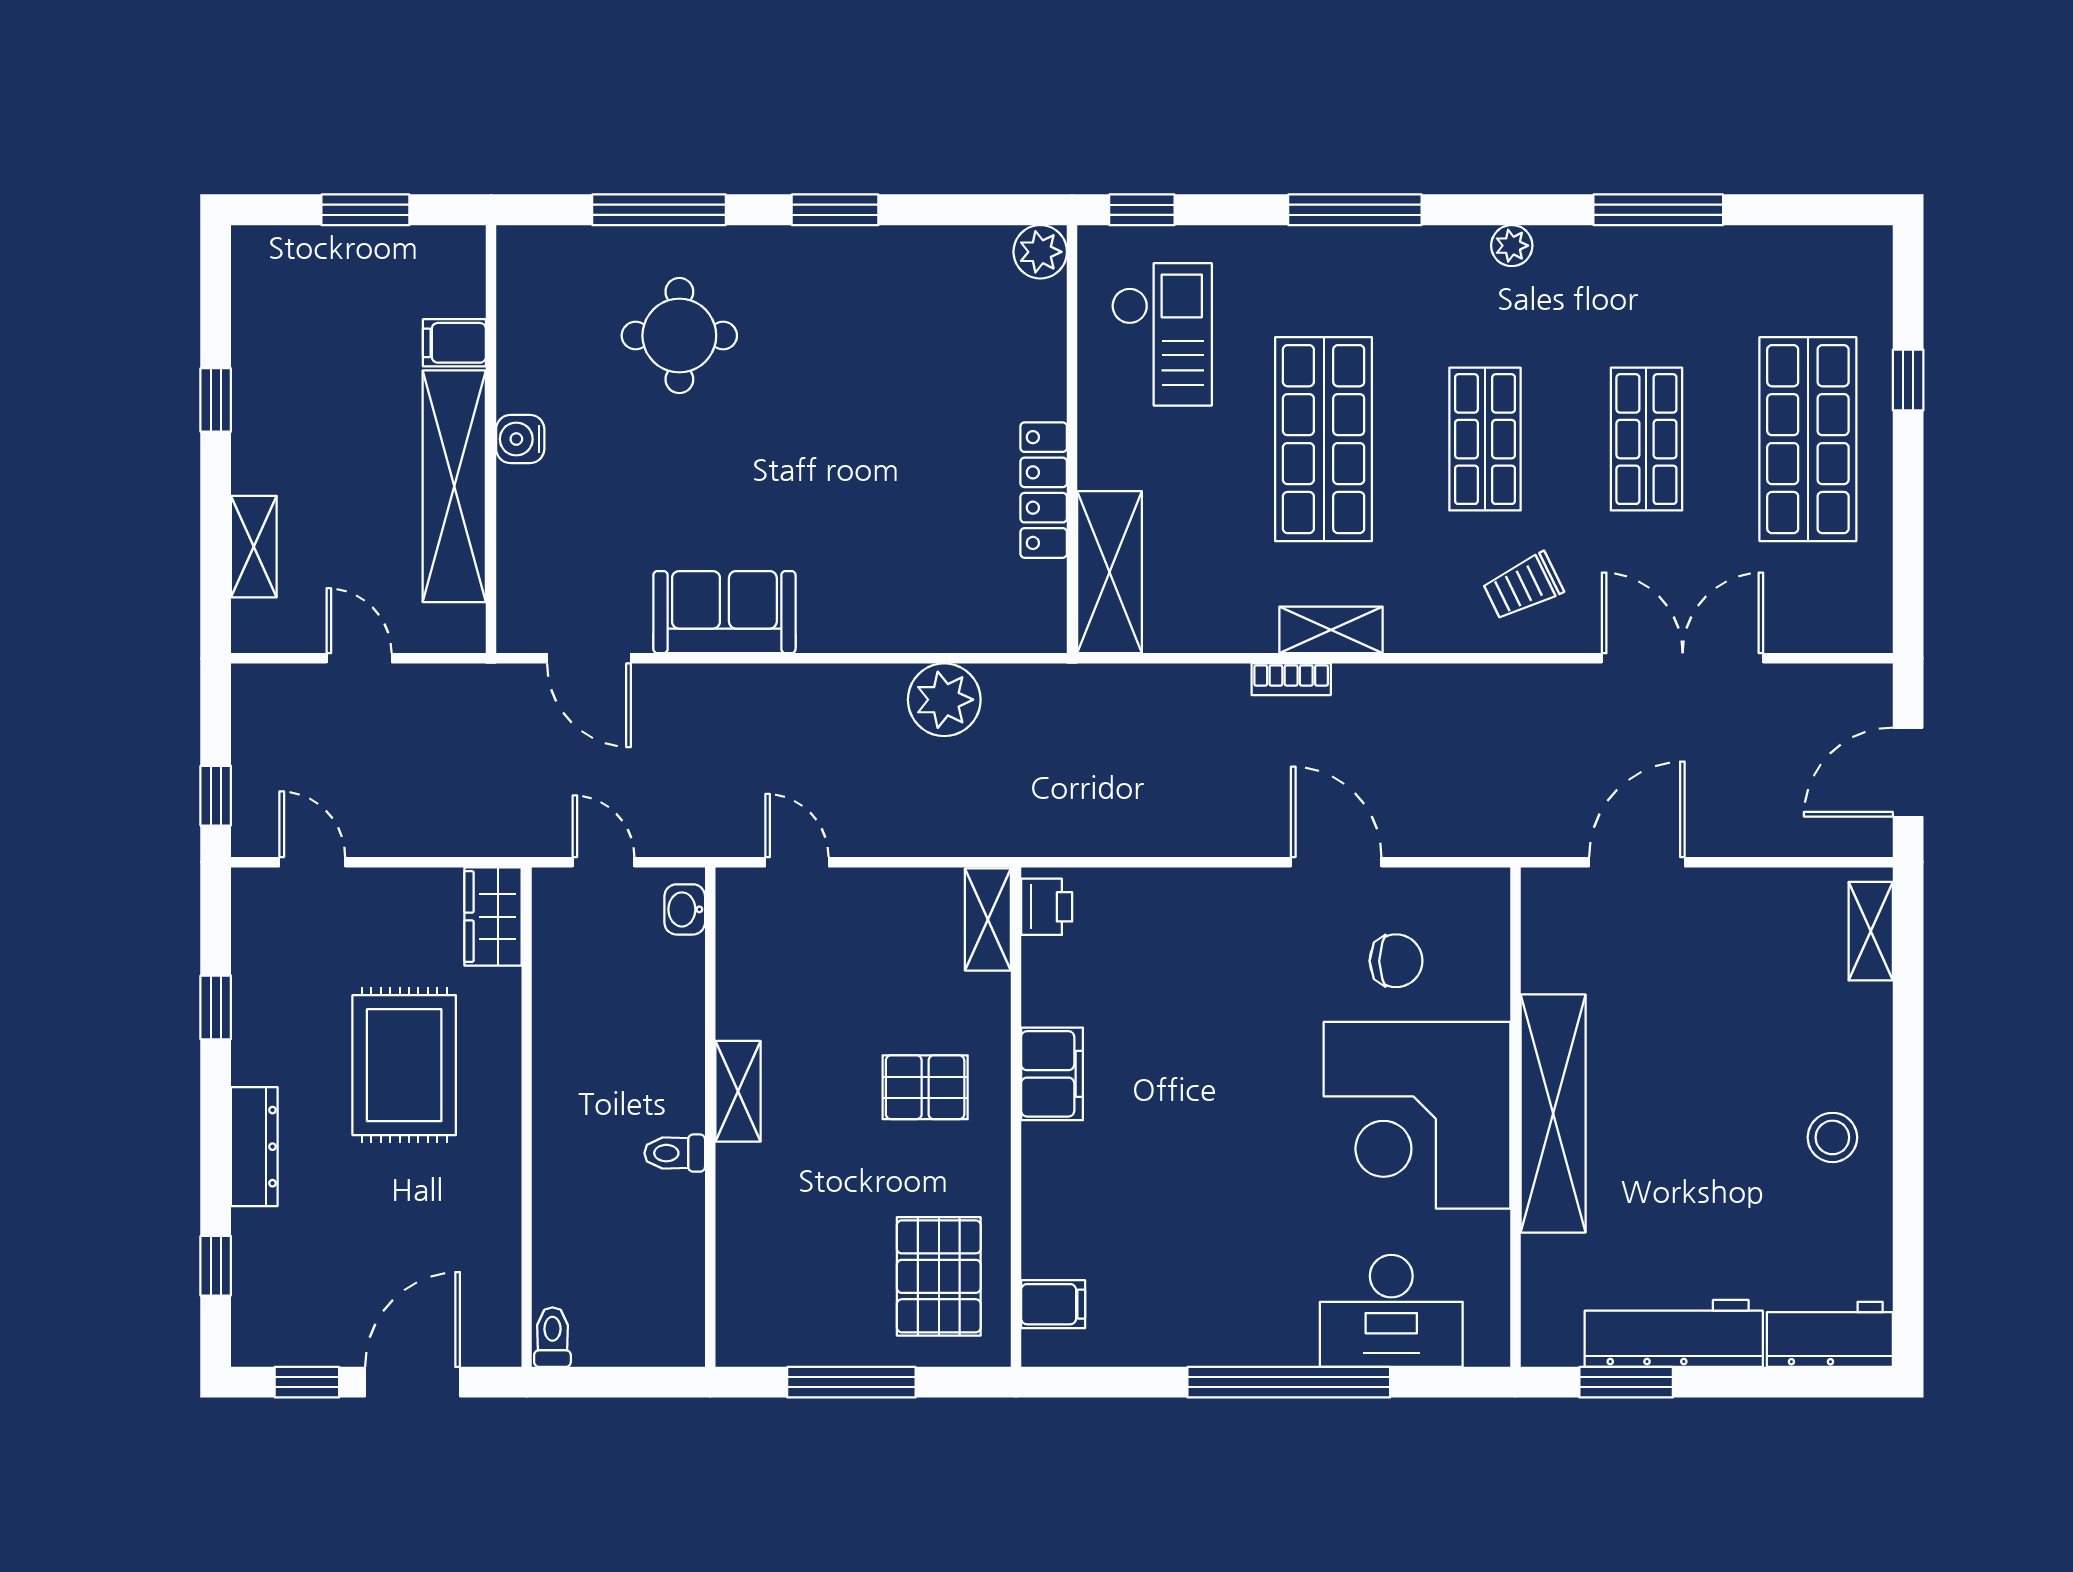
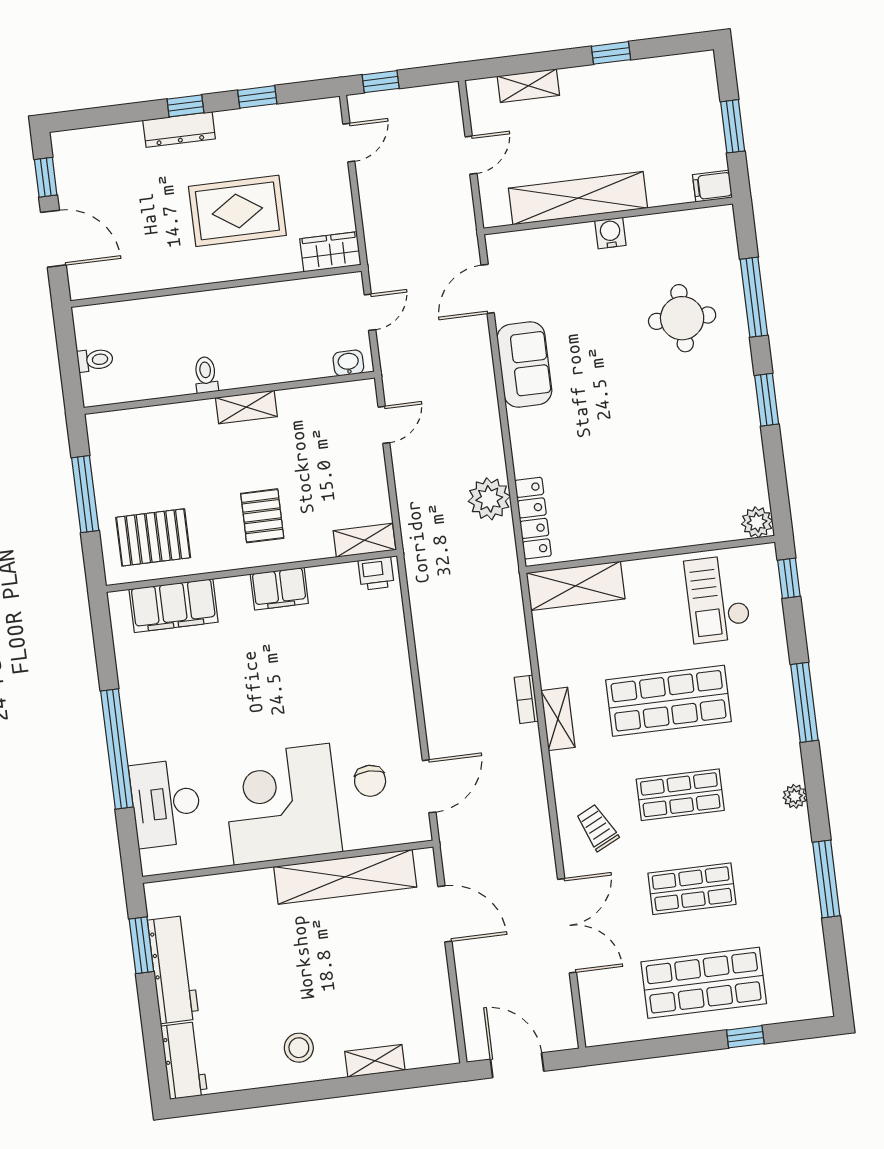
checkout: (1162, 334) -> (718, 599), turned 90
filing cabinet: (454, 343) -> (712, 186), moved, turned -90
locker: (1044, 490) -> (533, 518), moved, turned 90
door: (1336, 862) -> (429, 786), moved
shelving: (1871, 931) -> (375, 1061), moved
shelving: (1553, 1113) -> (345, 877), moved
window: (216, 1266) -> (185, 106), moved
filing cabinet: (1053, 1304) -> (174, 606), width x3.00, depth x1.17
toilet: (552, 1337) -> (95, 360), moved

